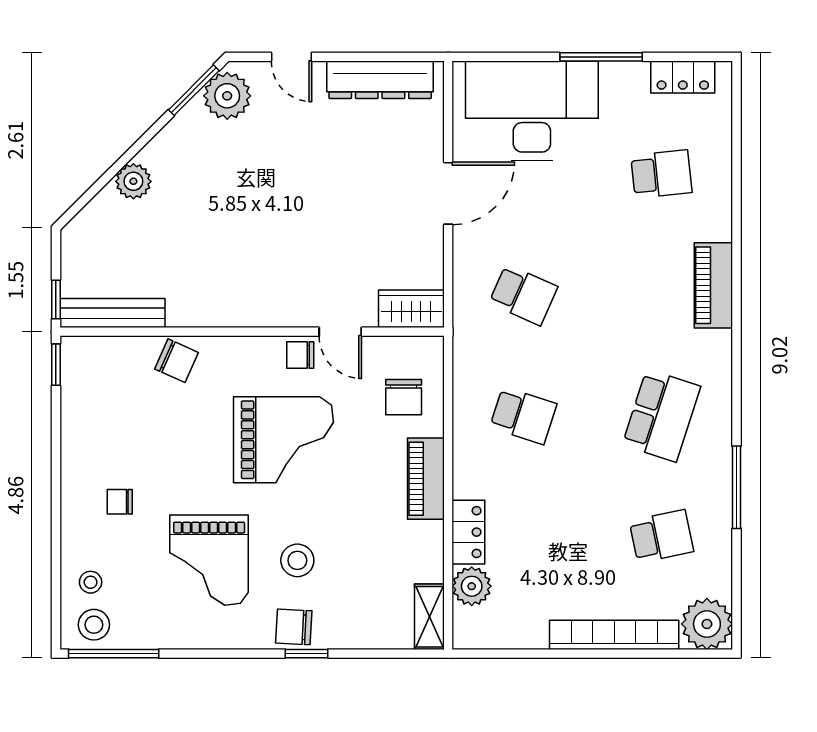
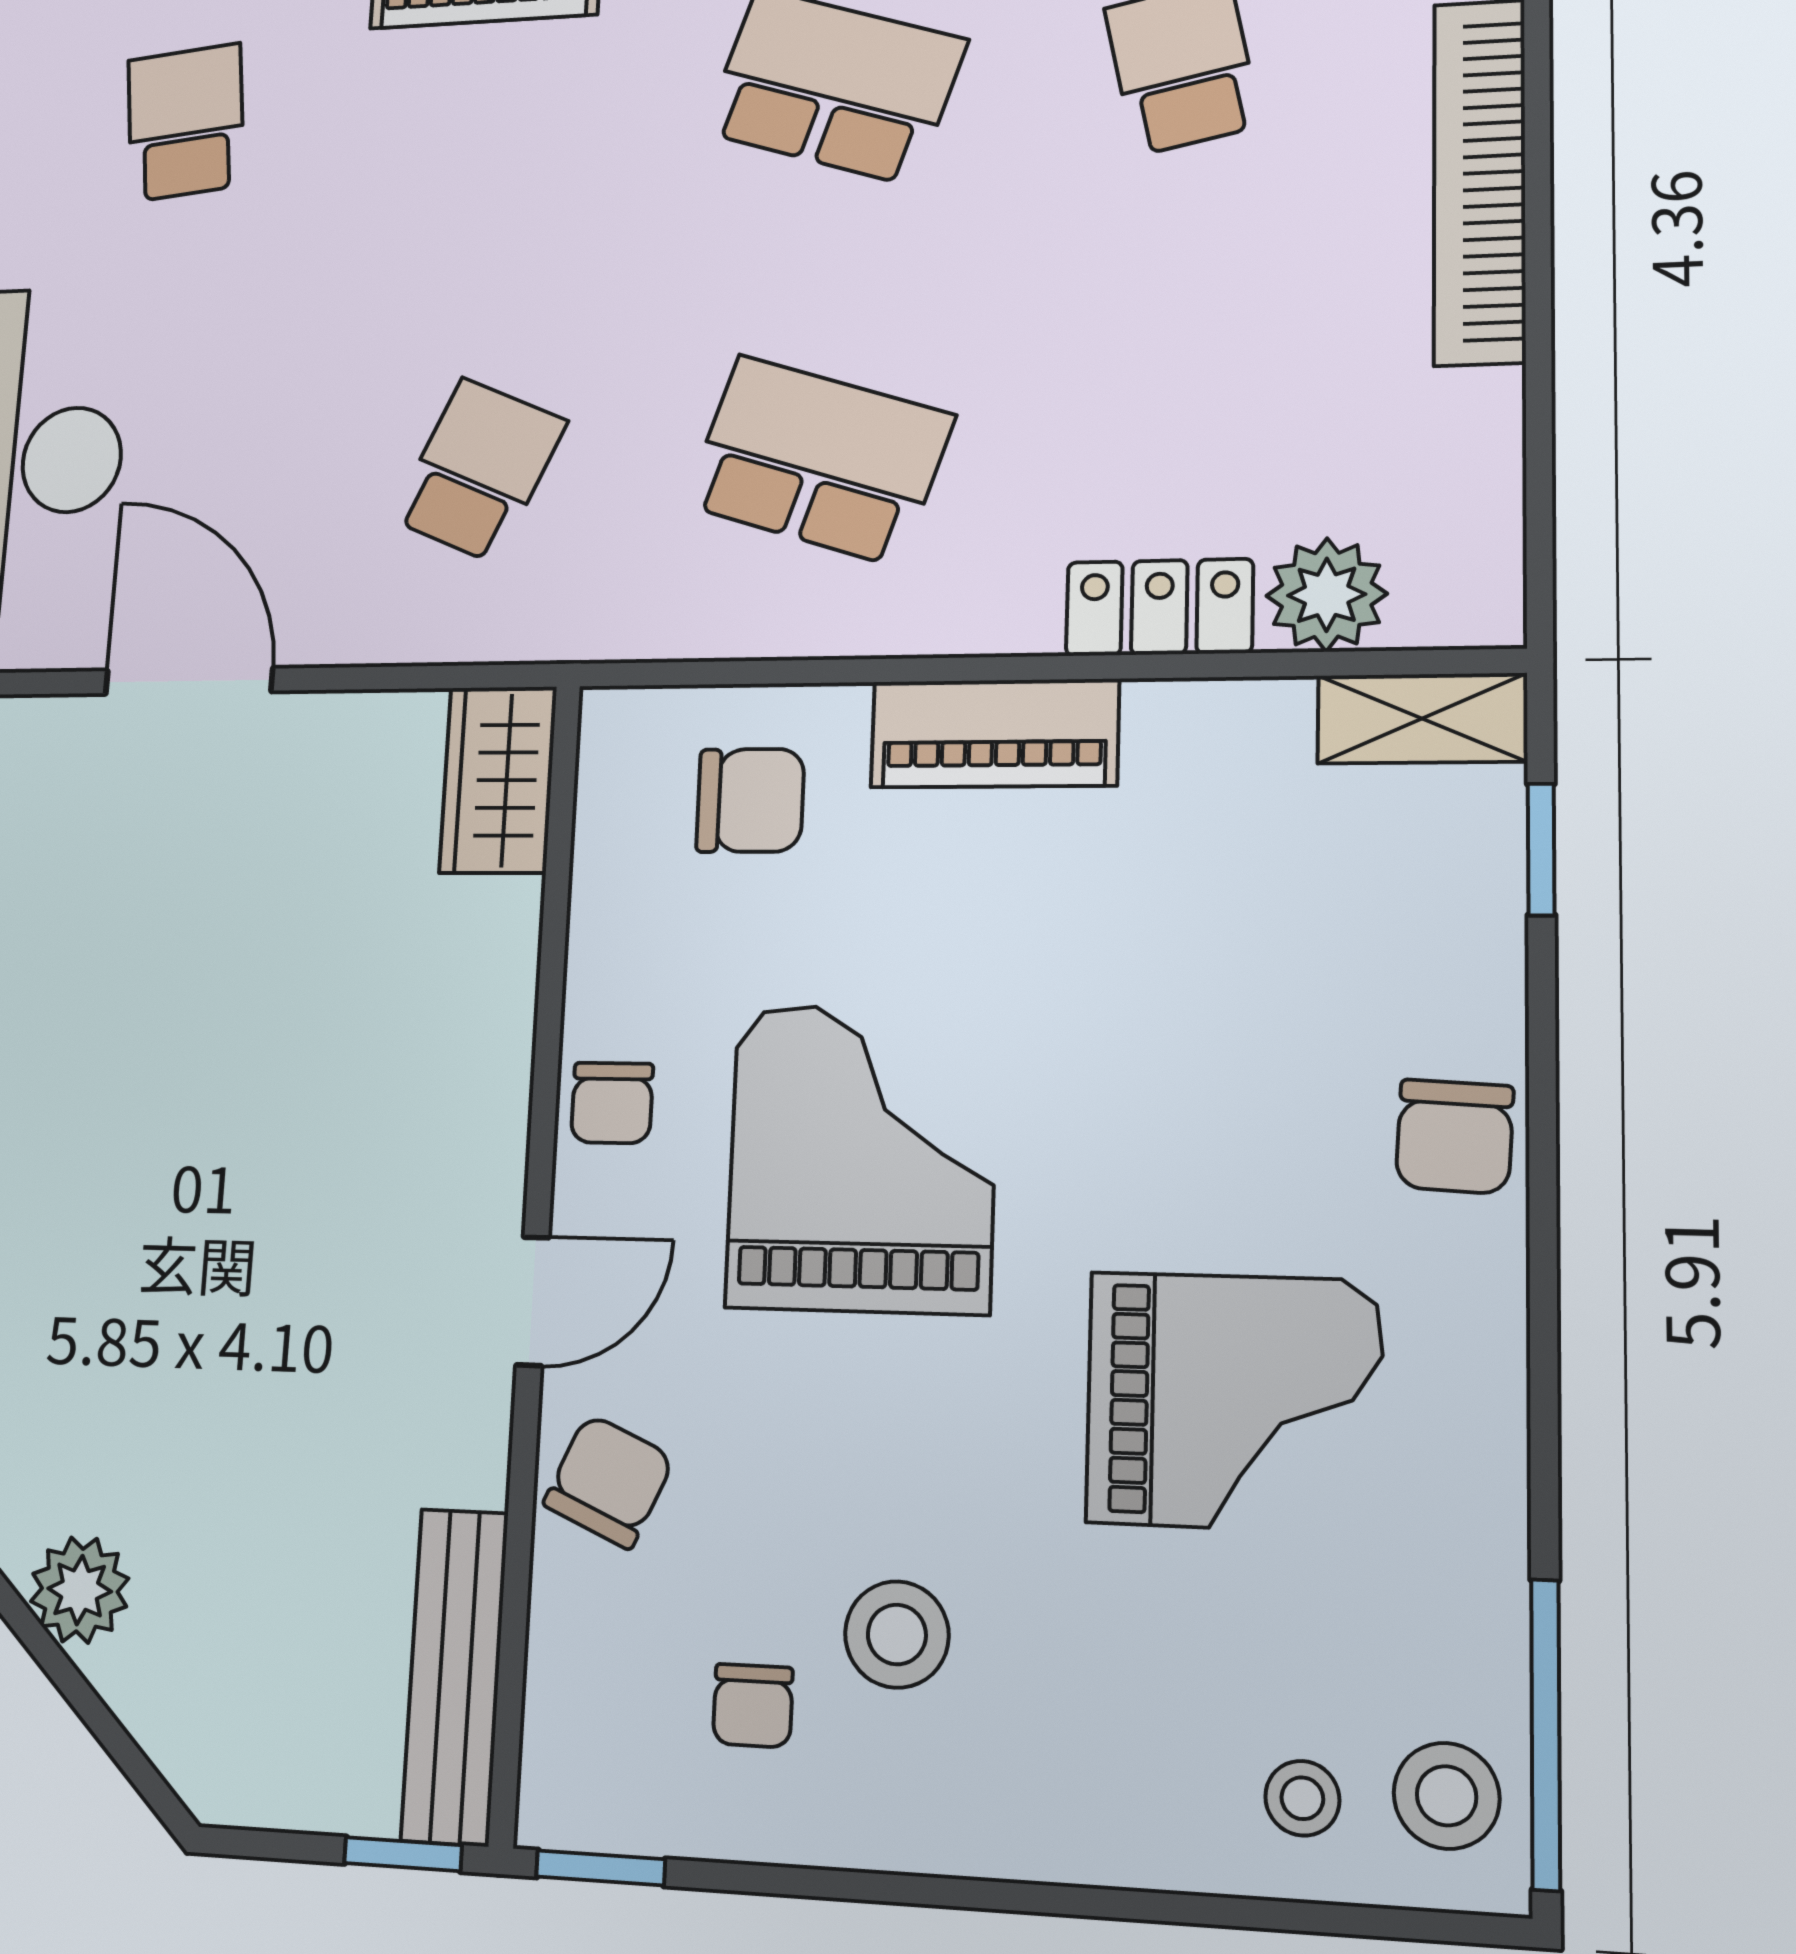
door: (340, 332) -> (533, 1301), moved
school desk: (523, 416) -> (819, 460), width x1.85
chair: (120, 502) -> (753, 1706), moved
stool: (297, 560) -> (897, 1635), moved
window: (307, 654) -> (1541, 849), moved

